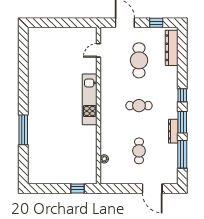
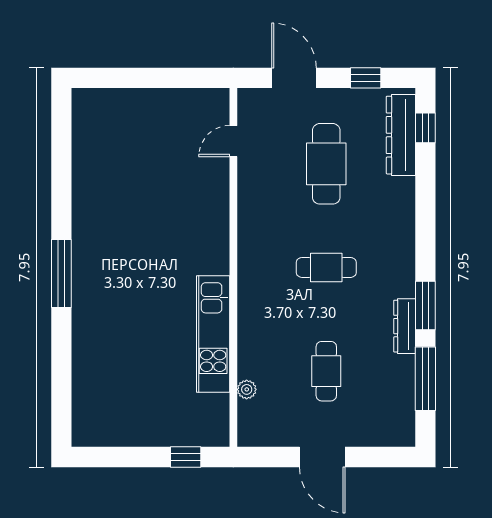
window: (182, 95) -> (425, 128), moved
kitchen unit: (90, 99) -> (213, 334), moved
window: (23, 130) -> (61, 274), moved
door: (152, 188) -> (322, 457), moved

